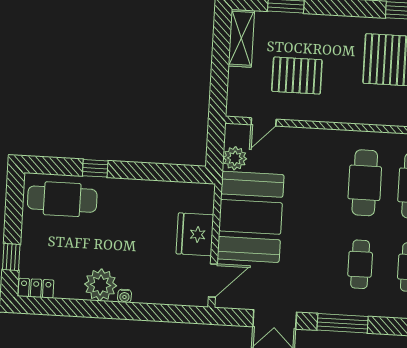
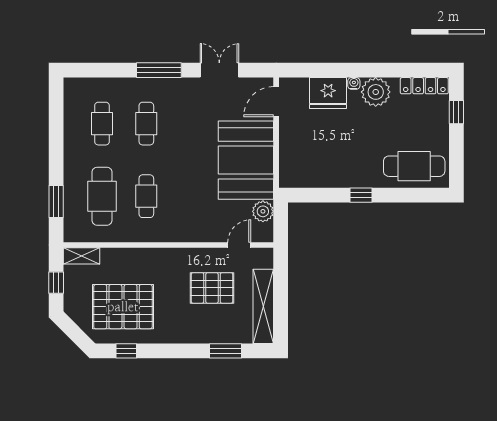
shelving: (241, 38) -> (263, 306), width x1.47
window: (95, 168) -> (361, 195), moved
cafe table: (365, 183) -> (146, 196), width x0.73, depth x0.74
fridge: (195, 234) -> (328, 93), moved, turned 90
locker: (36, 288) -> (424, 86), width x1.53

